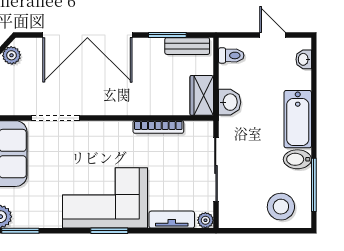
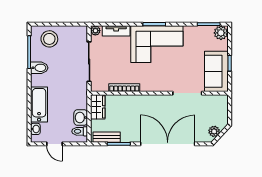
washbasin: (230, 102) -> (81, 118), moved
bathtub: (298, 119) -> (39, 104), moved

